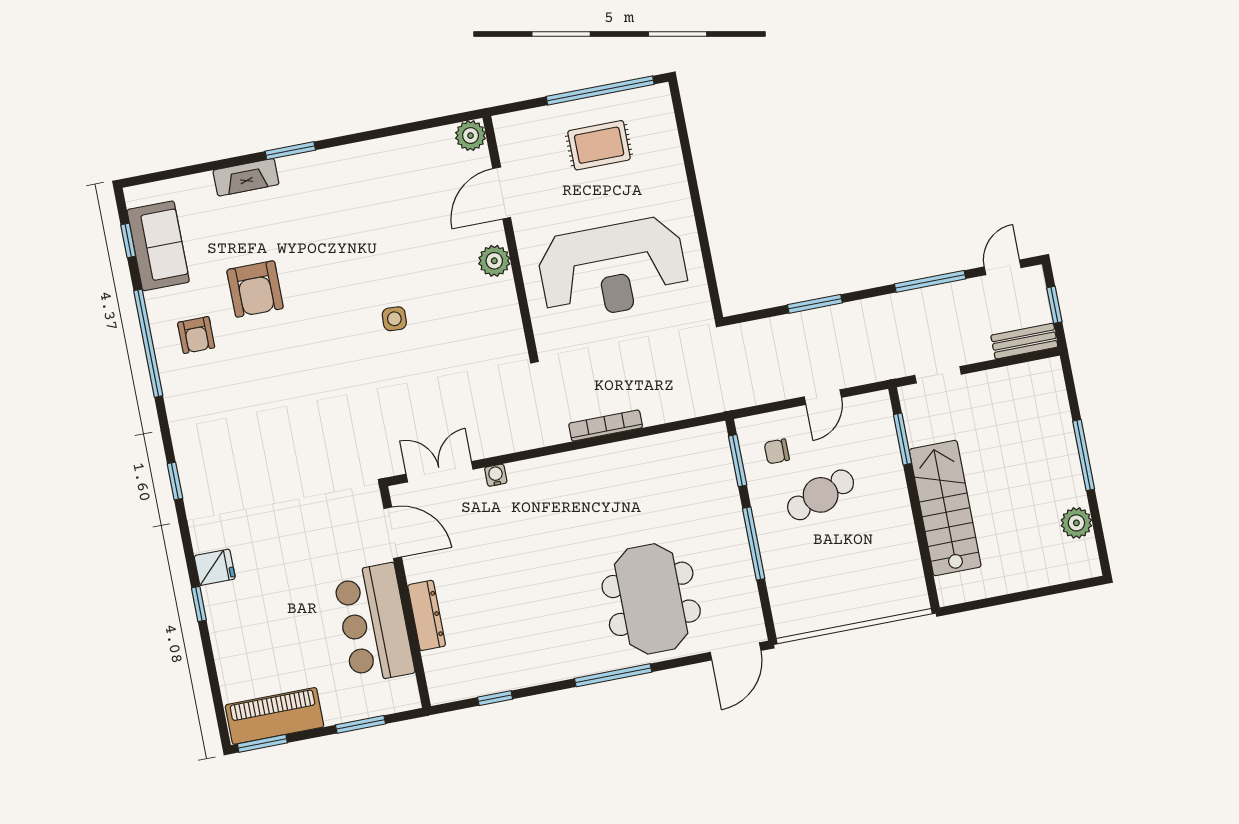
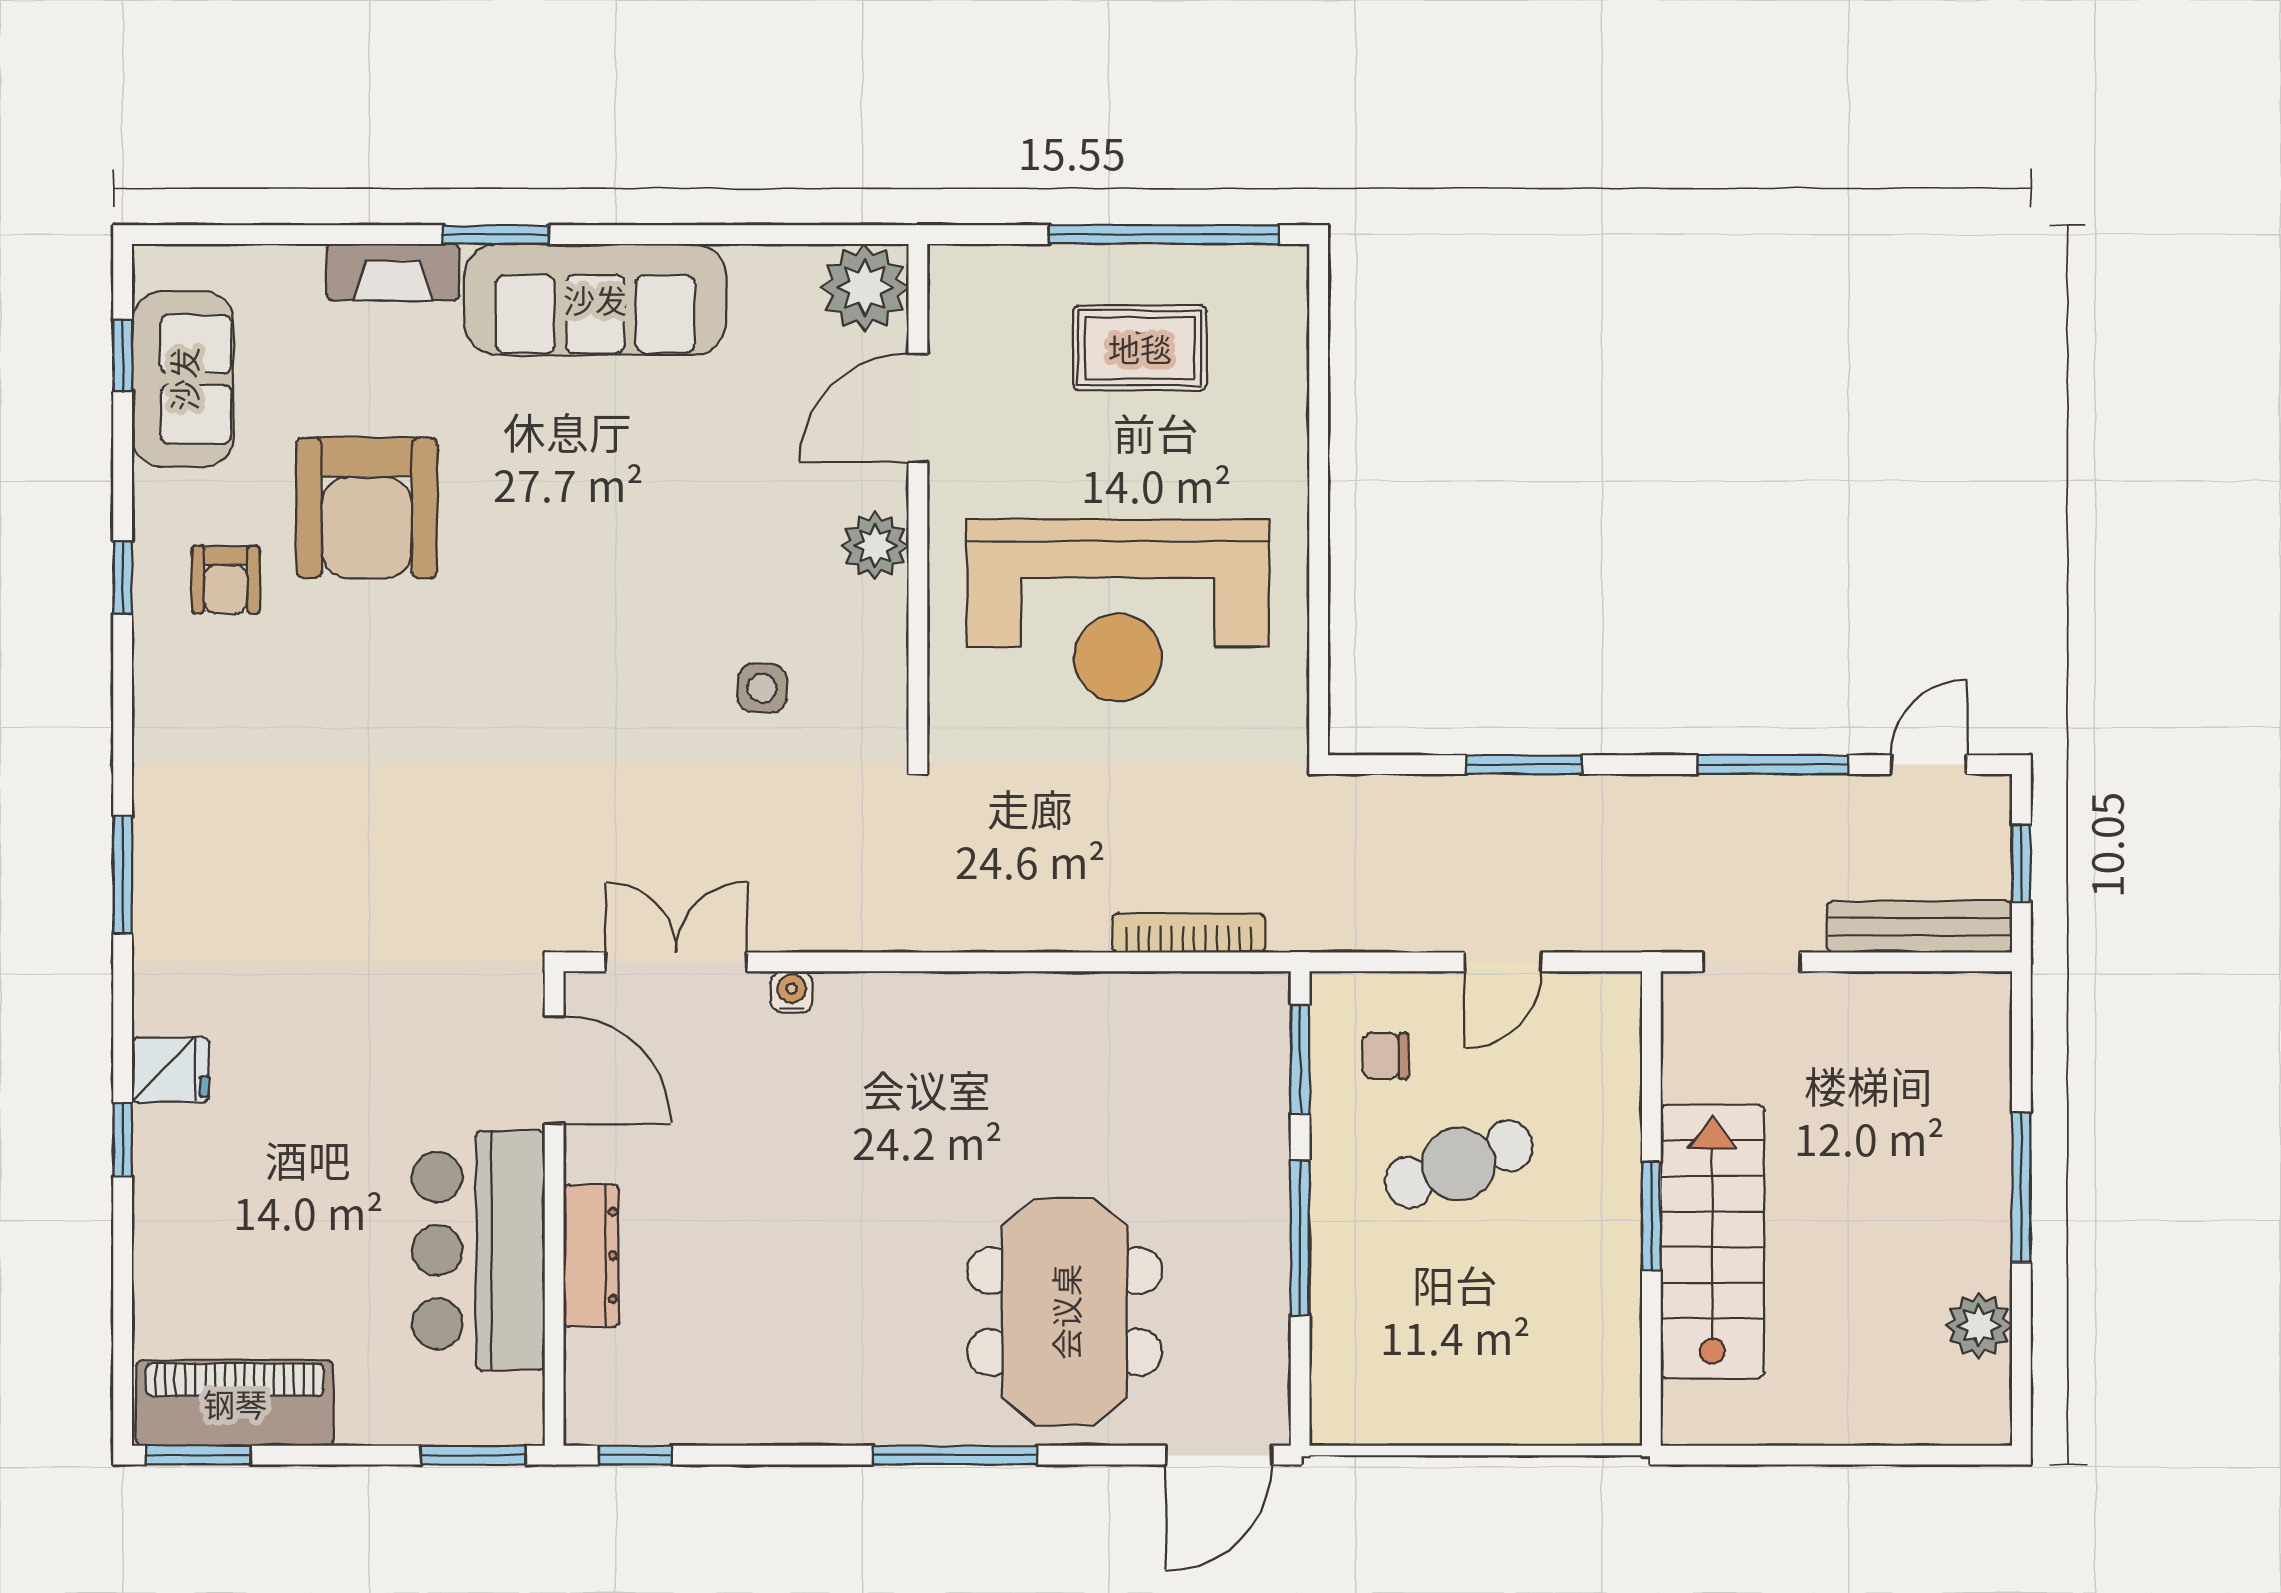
plant: (471, 136) -> (865, 288), width x1.36, depth x1.36
sofa: (342, 172) -> (595, 299), added
armchair: (255, 289) -> (367, 508), width x1.36, depth x1.36
side table: (394, 319) -> (762, 688), moved
bench: (1024, 341) -> (1920, 927), width x1.36
window: (148, 343) -> (123, 577), width x0.32
bookcase: (606, 426) -> (1189, 933), moved
window: (902, 439) -> (1651, 1216), moved
window: (175, 481) -> (123, 874), width x1.50
window: (495, 698) -> (635, 1455), moved
window: (360, 724) -> (473, 1455), moved

